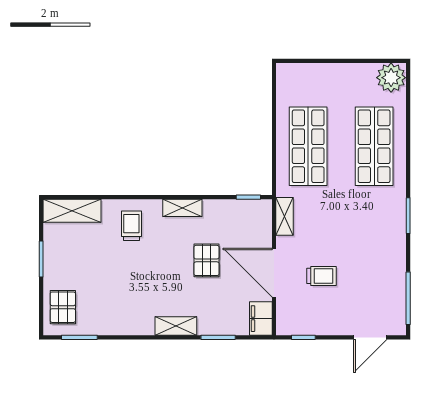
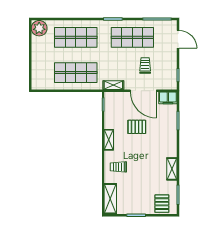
shop shelf: (374, 252) -> (132, 37), added
door: (274, 273) -> (143, 91), hinge flipped
pallet: (63, 307) -> (162, 204), turned 90
shelving: (176, 326) -> (172, 169), moved

